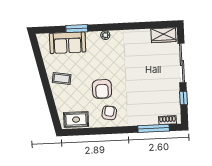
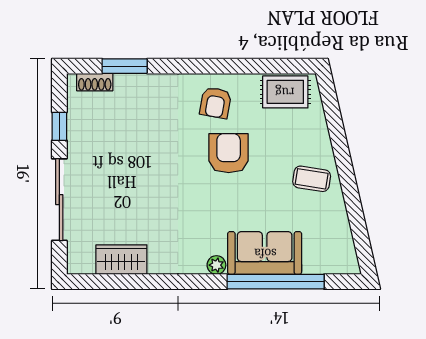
window: (77, 29) -> (276, 282), width x2.11
wardrobe: (163, 35) -> (121, 260), moved
sofa: (68, 43) -> (265, 253), moved
window: (154, 128) -> (125, 66), width x0.69

